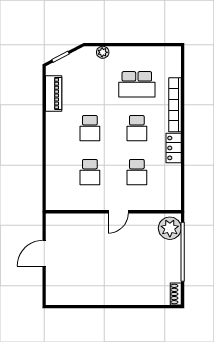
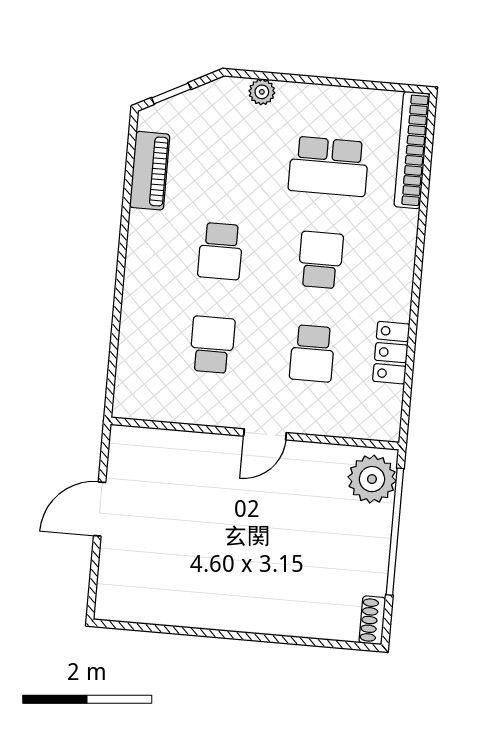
bookcase: (175, 105) -> (412, 150), moved
school desk: (137, 128) -> (320, 260), turned 180
locker: (174, 148) -> (391, 353), moved
school desk: (90, 172) -> (212, 345), turned 180

